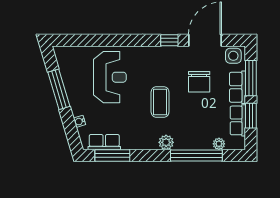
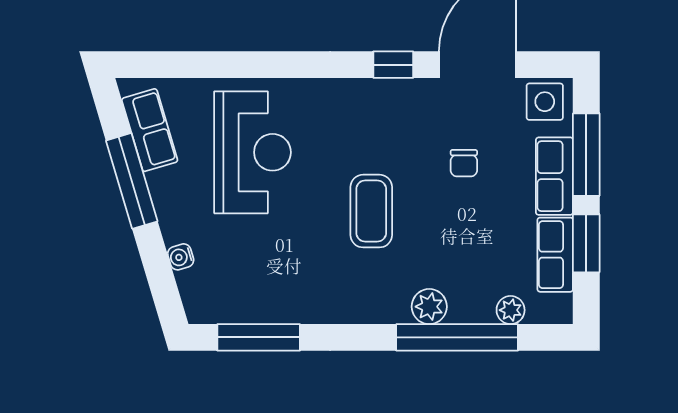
chair: (199, 82) -> (464, 163), width x0.54, depth x0.54
row of seats: (104, 142) -> (150, 130), moved, turned 73
plant: (166, 142) -> (429, 307), moved

